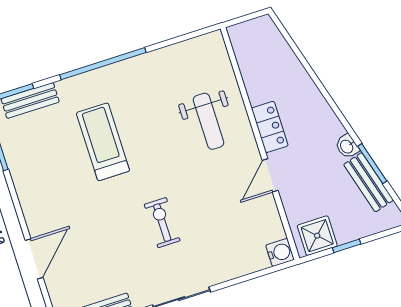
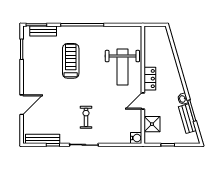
weight bench: (209, 121) -> (122, 67), width x1.36, depth x1.33
exercise bike: (162, 223) -> (86, 117), moved
shower: (317, 236) -> (152, 124), moved

